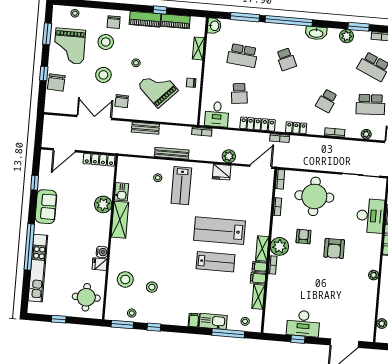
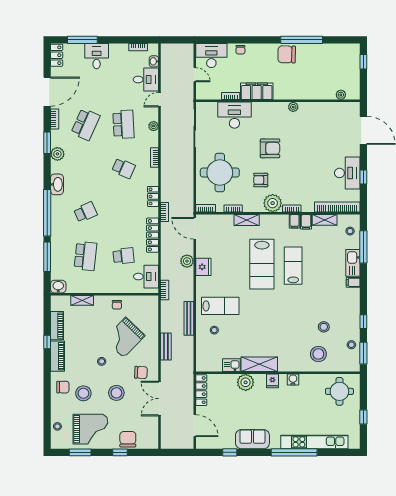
chair: (56, 82) -> (128, 439), turned -93
shelving: (262, 248) -> (247, 220), moved
fridge: (100, 264) -> (272, 381), moved
bookcase: (270, 311) -> (337, 207), added

